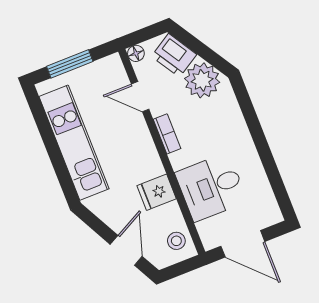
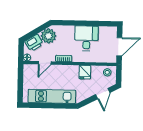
window: (70, 64) -> (20, 85), removed
desk: (211, 187) -> (86, 38), moved, turned 180
door: (126, 250) -> (103, 94), swing flipped

